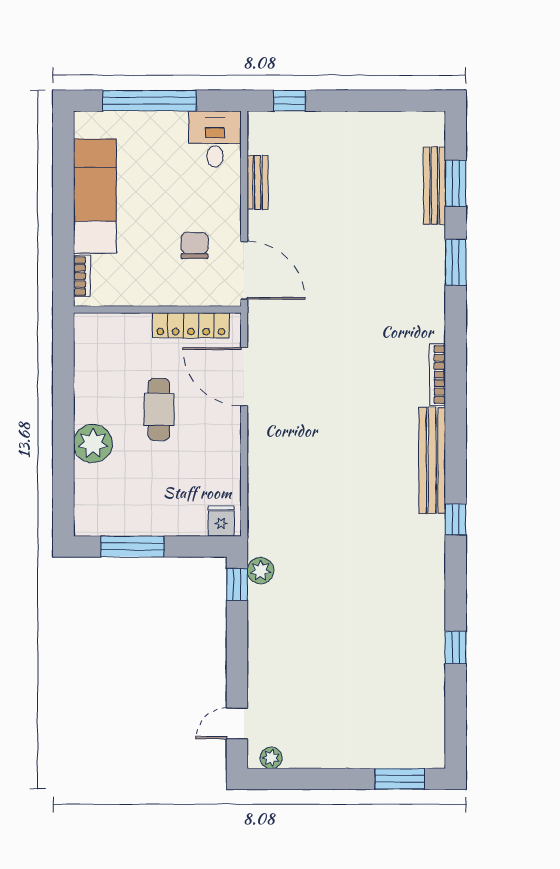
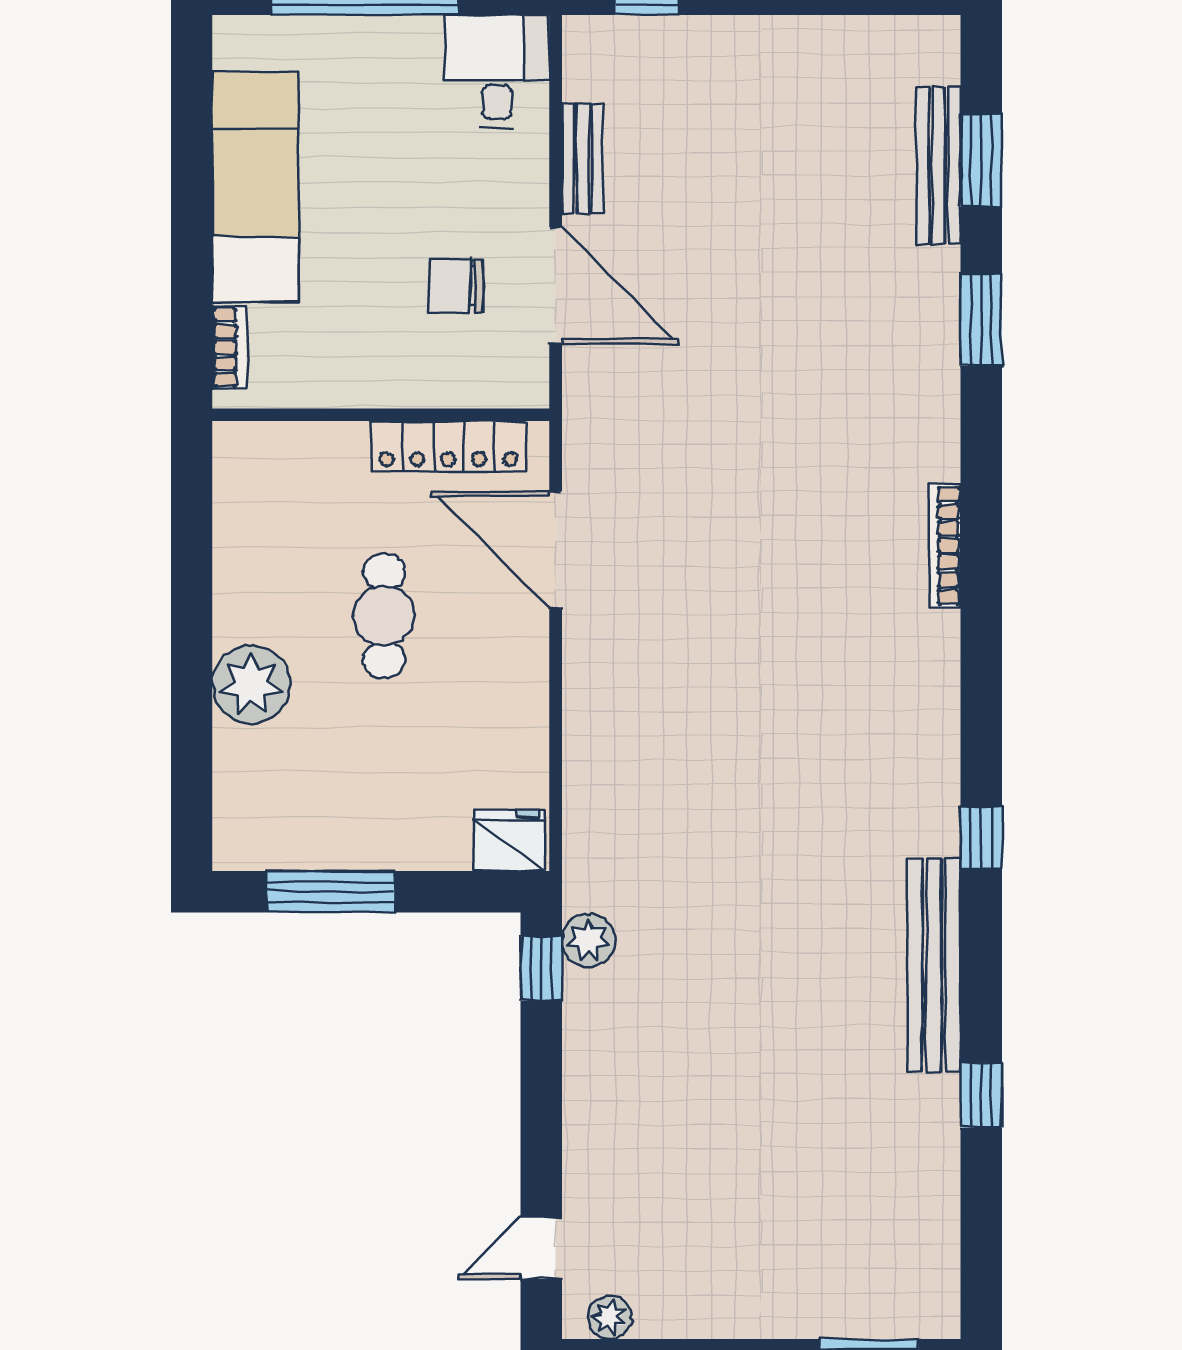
chair: (195, 245) -> (456, 286), turned -90
door: (244, 270) -> (556, 285), moved
bench: (432, 461) -> (934, 965), moved
fridge: (221, 521) -> (509, 841), width x1.38

